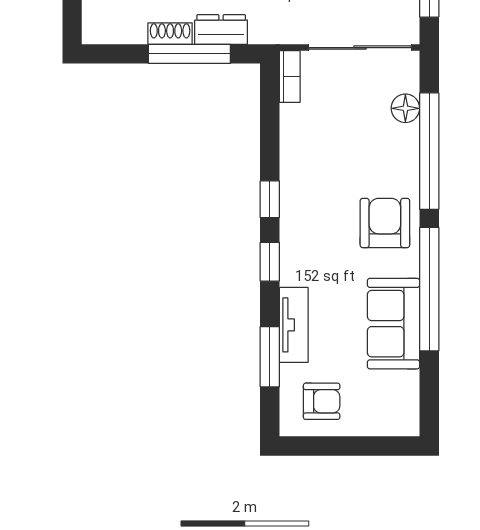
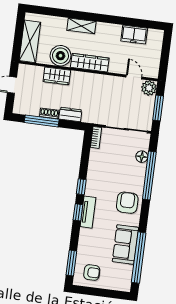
window: (189, 54) -> (42, 121), moved
window: (429, 289) -> (139, 258), moved
tv unit: (294, 325) -> (88, 212), moved
window: (270, 357) -> (71, 263), moved

